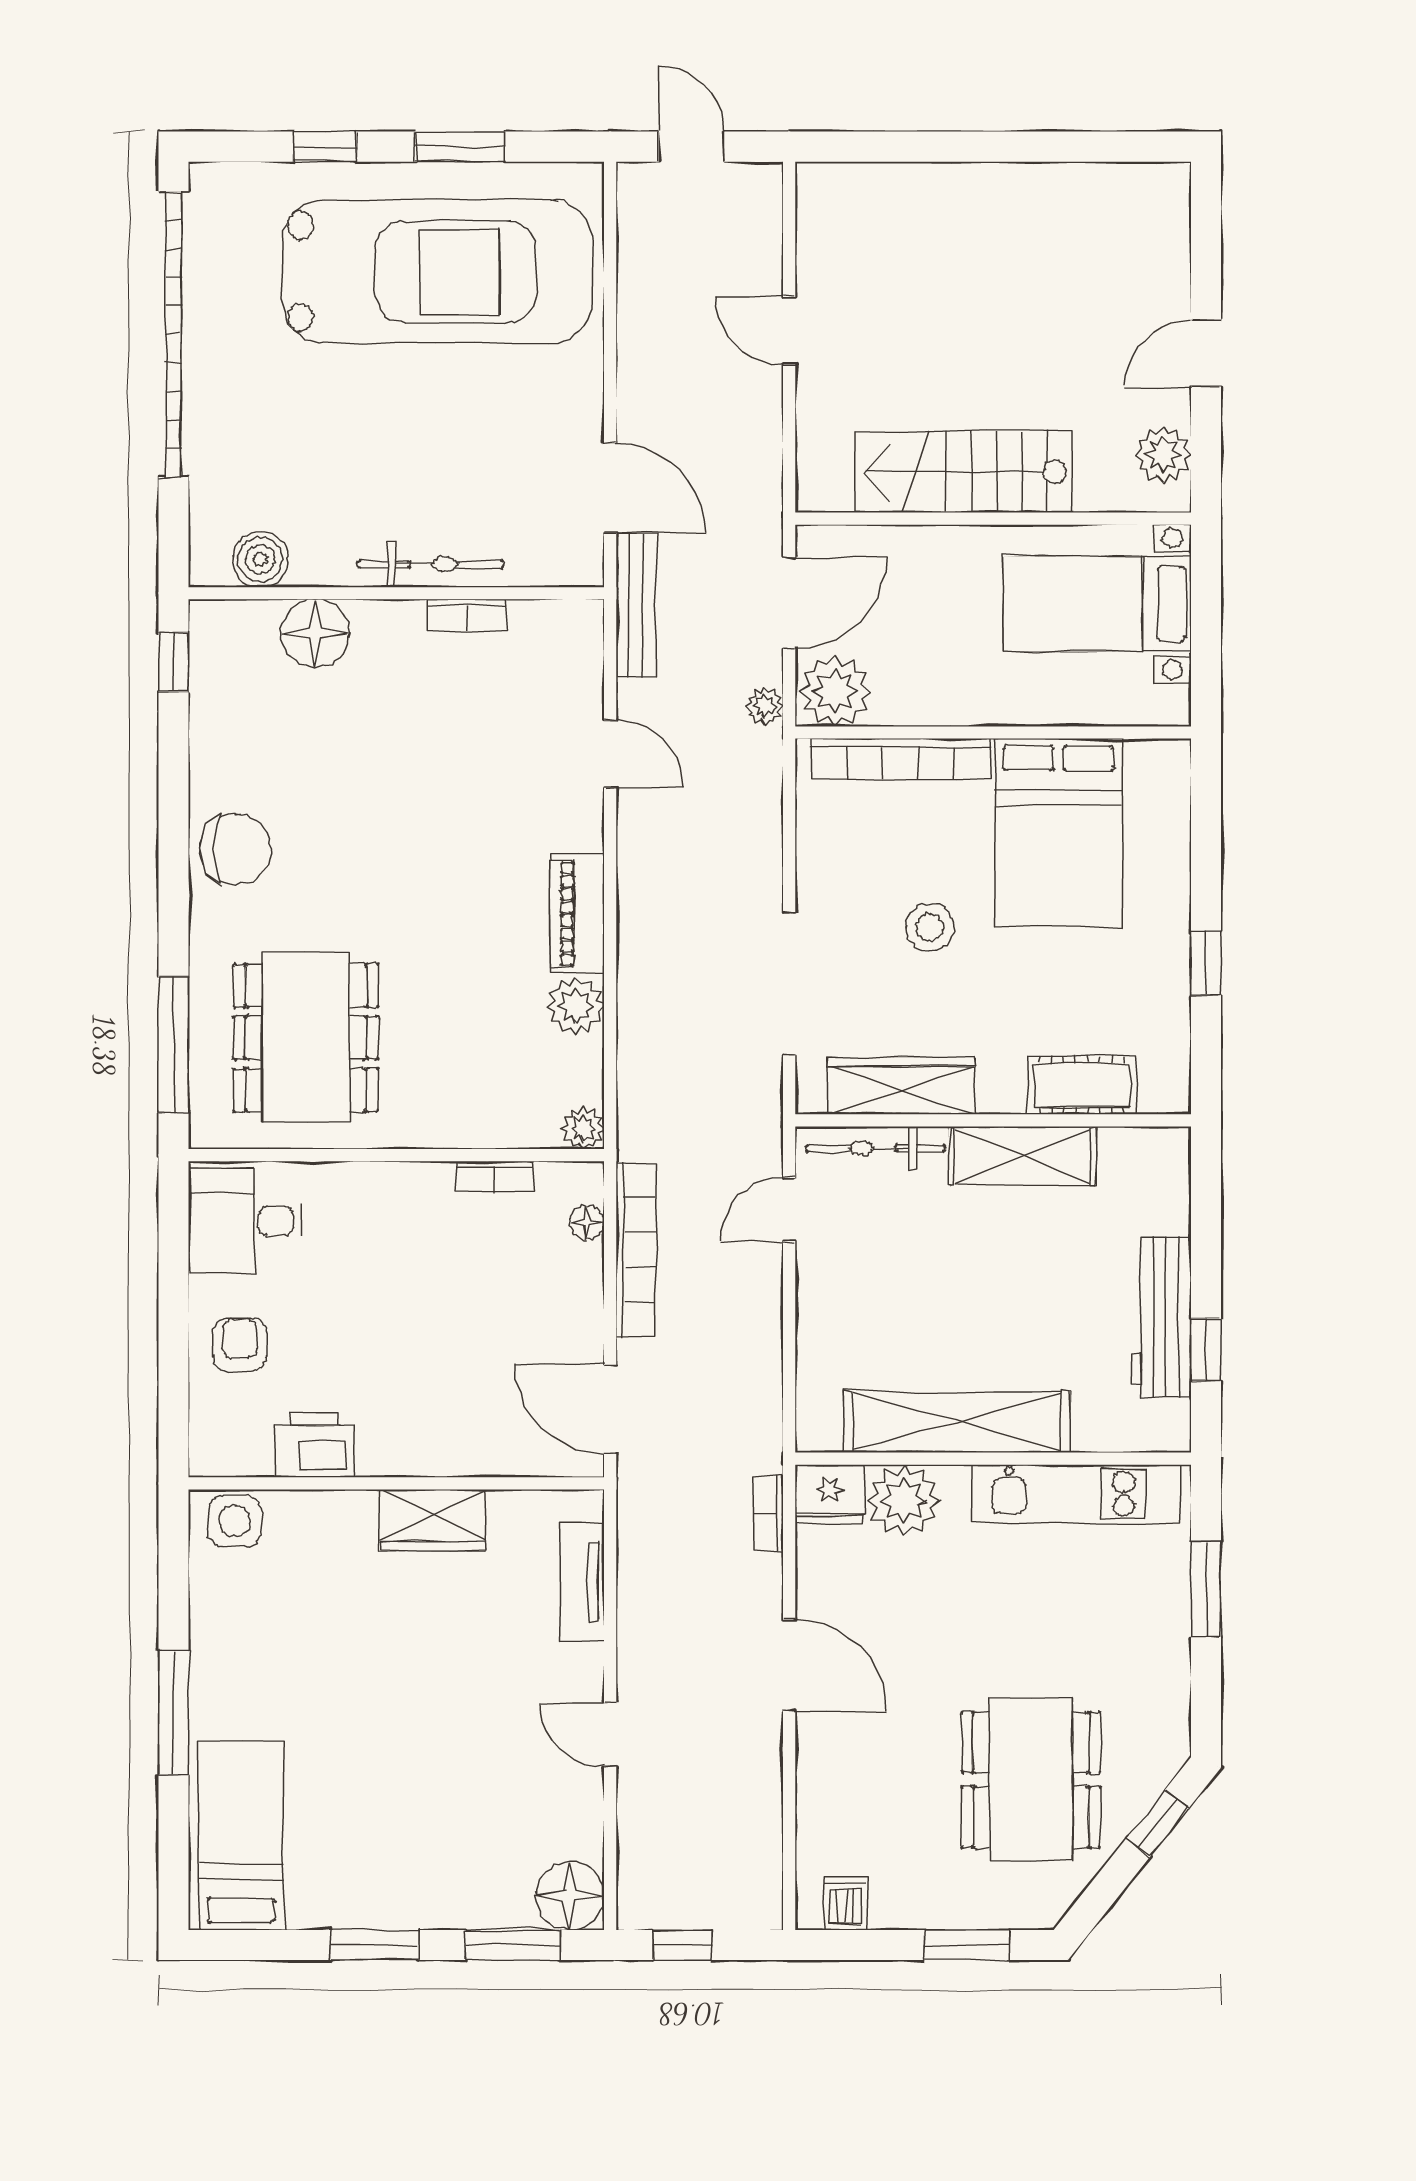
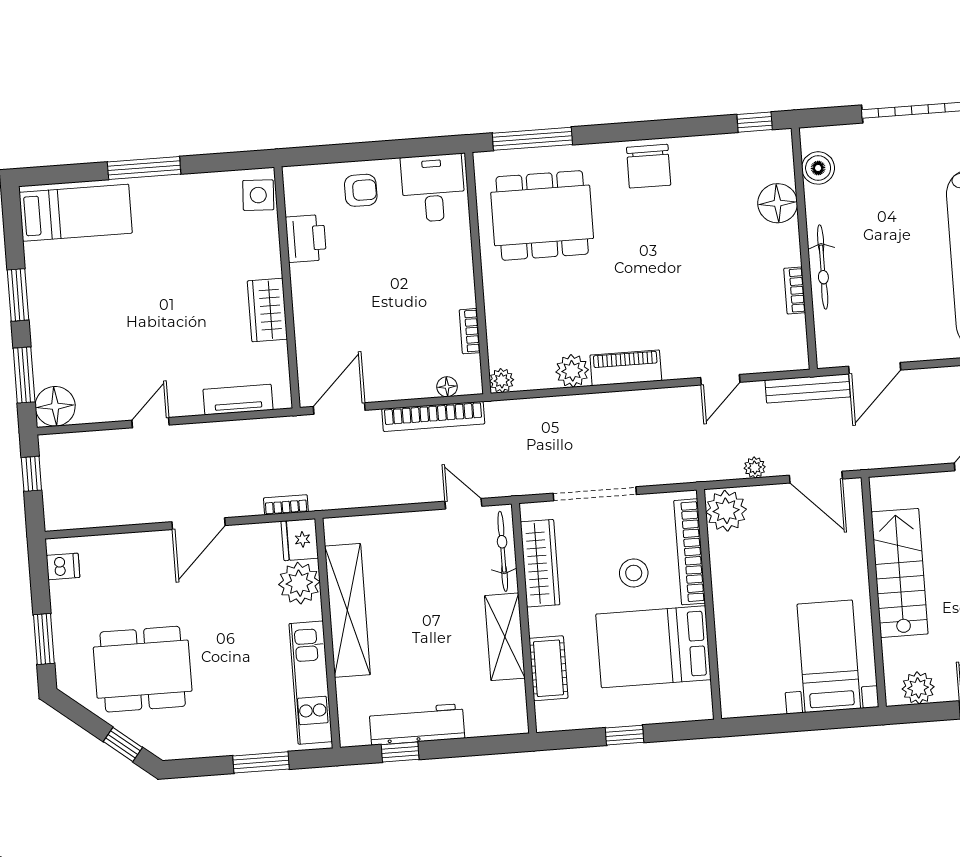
plant: (835, 691) -> (726, 511), moved
wall: (993, 732) -> (709, 604), moved
bookcase: (901, 759) -> (690, 552), moved
bed: (1059, 833) -> (654, 647), moved

